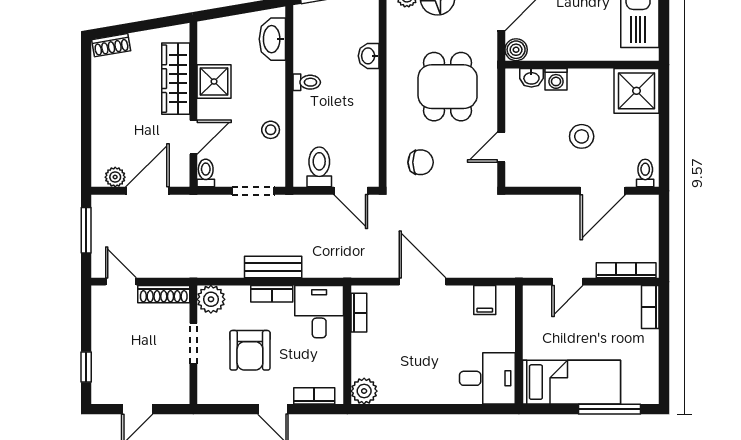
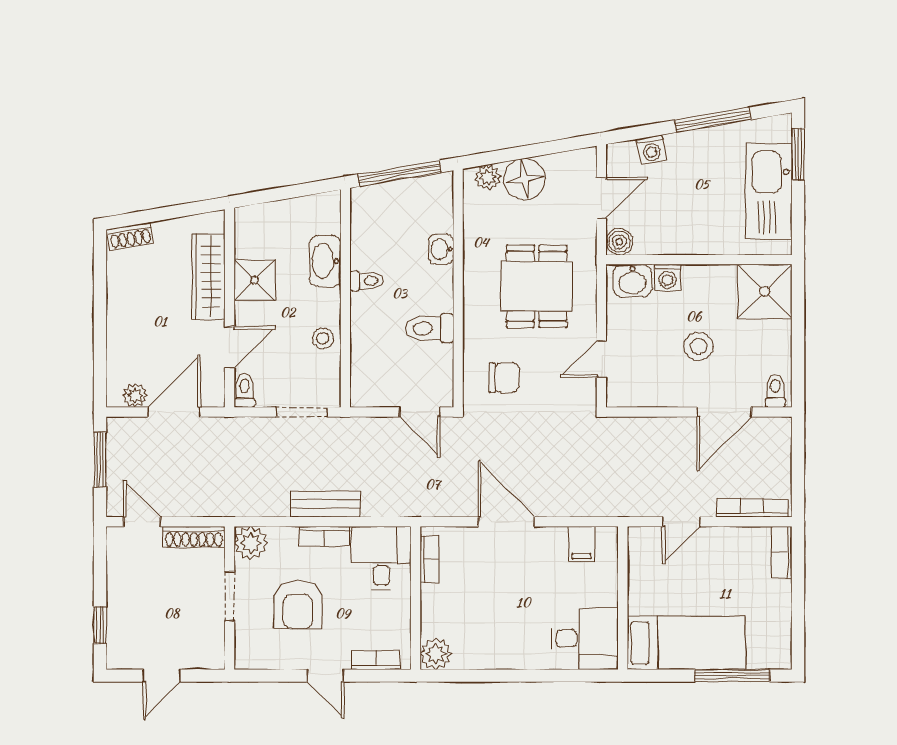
washbasin: (272, 39) -> (325, 261), moved
washbasin: (531, 78) -> (632, 281), width x1.38, depth x1.45
toilet: (319, 167) -> (429, 328), moved, turned -90

